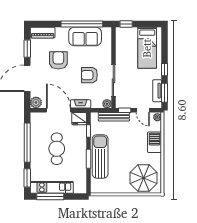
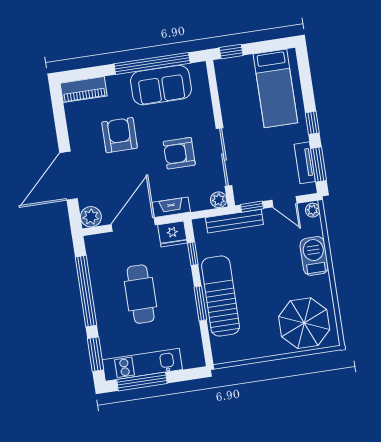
window: (27, 49) -> (61, 123), removed
door: (58, 110) -> (133, 225), hinge flipped

